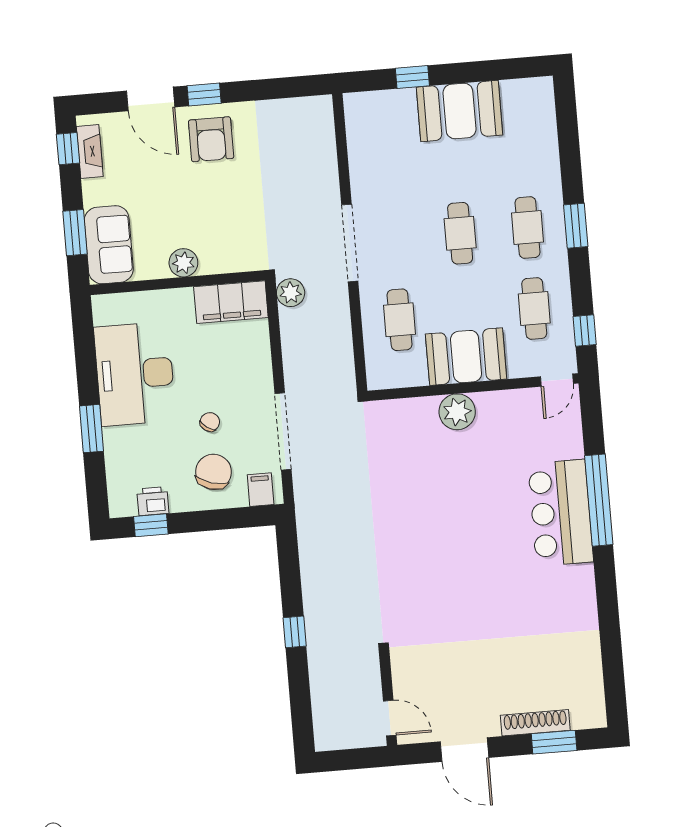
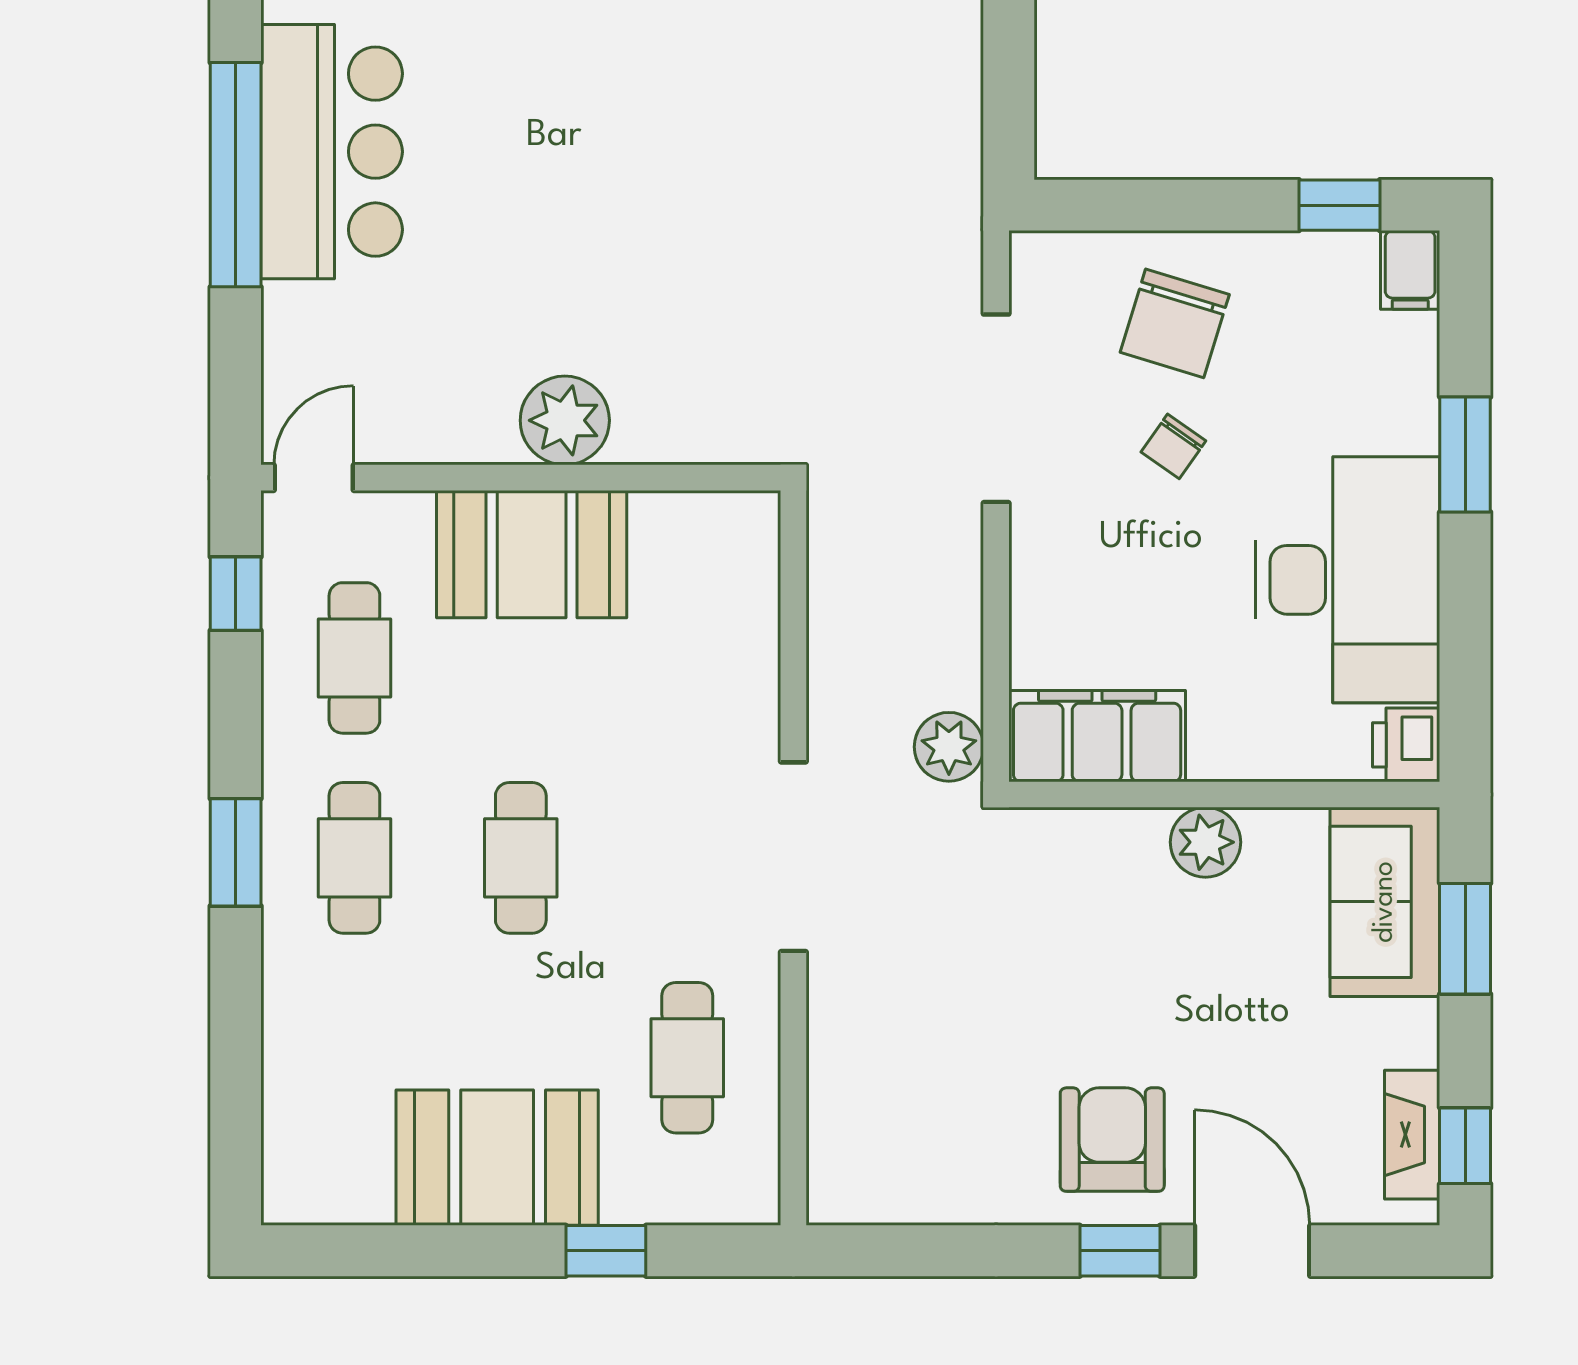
cafe table: (399, 320) -> (687, 1058), moved
filing cabinet: (261, 490) -> (1410, 270), moved
printer: (153, 501) -> (1406, 745), moved, turned 90

